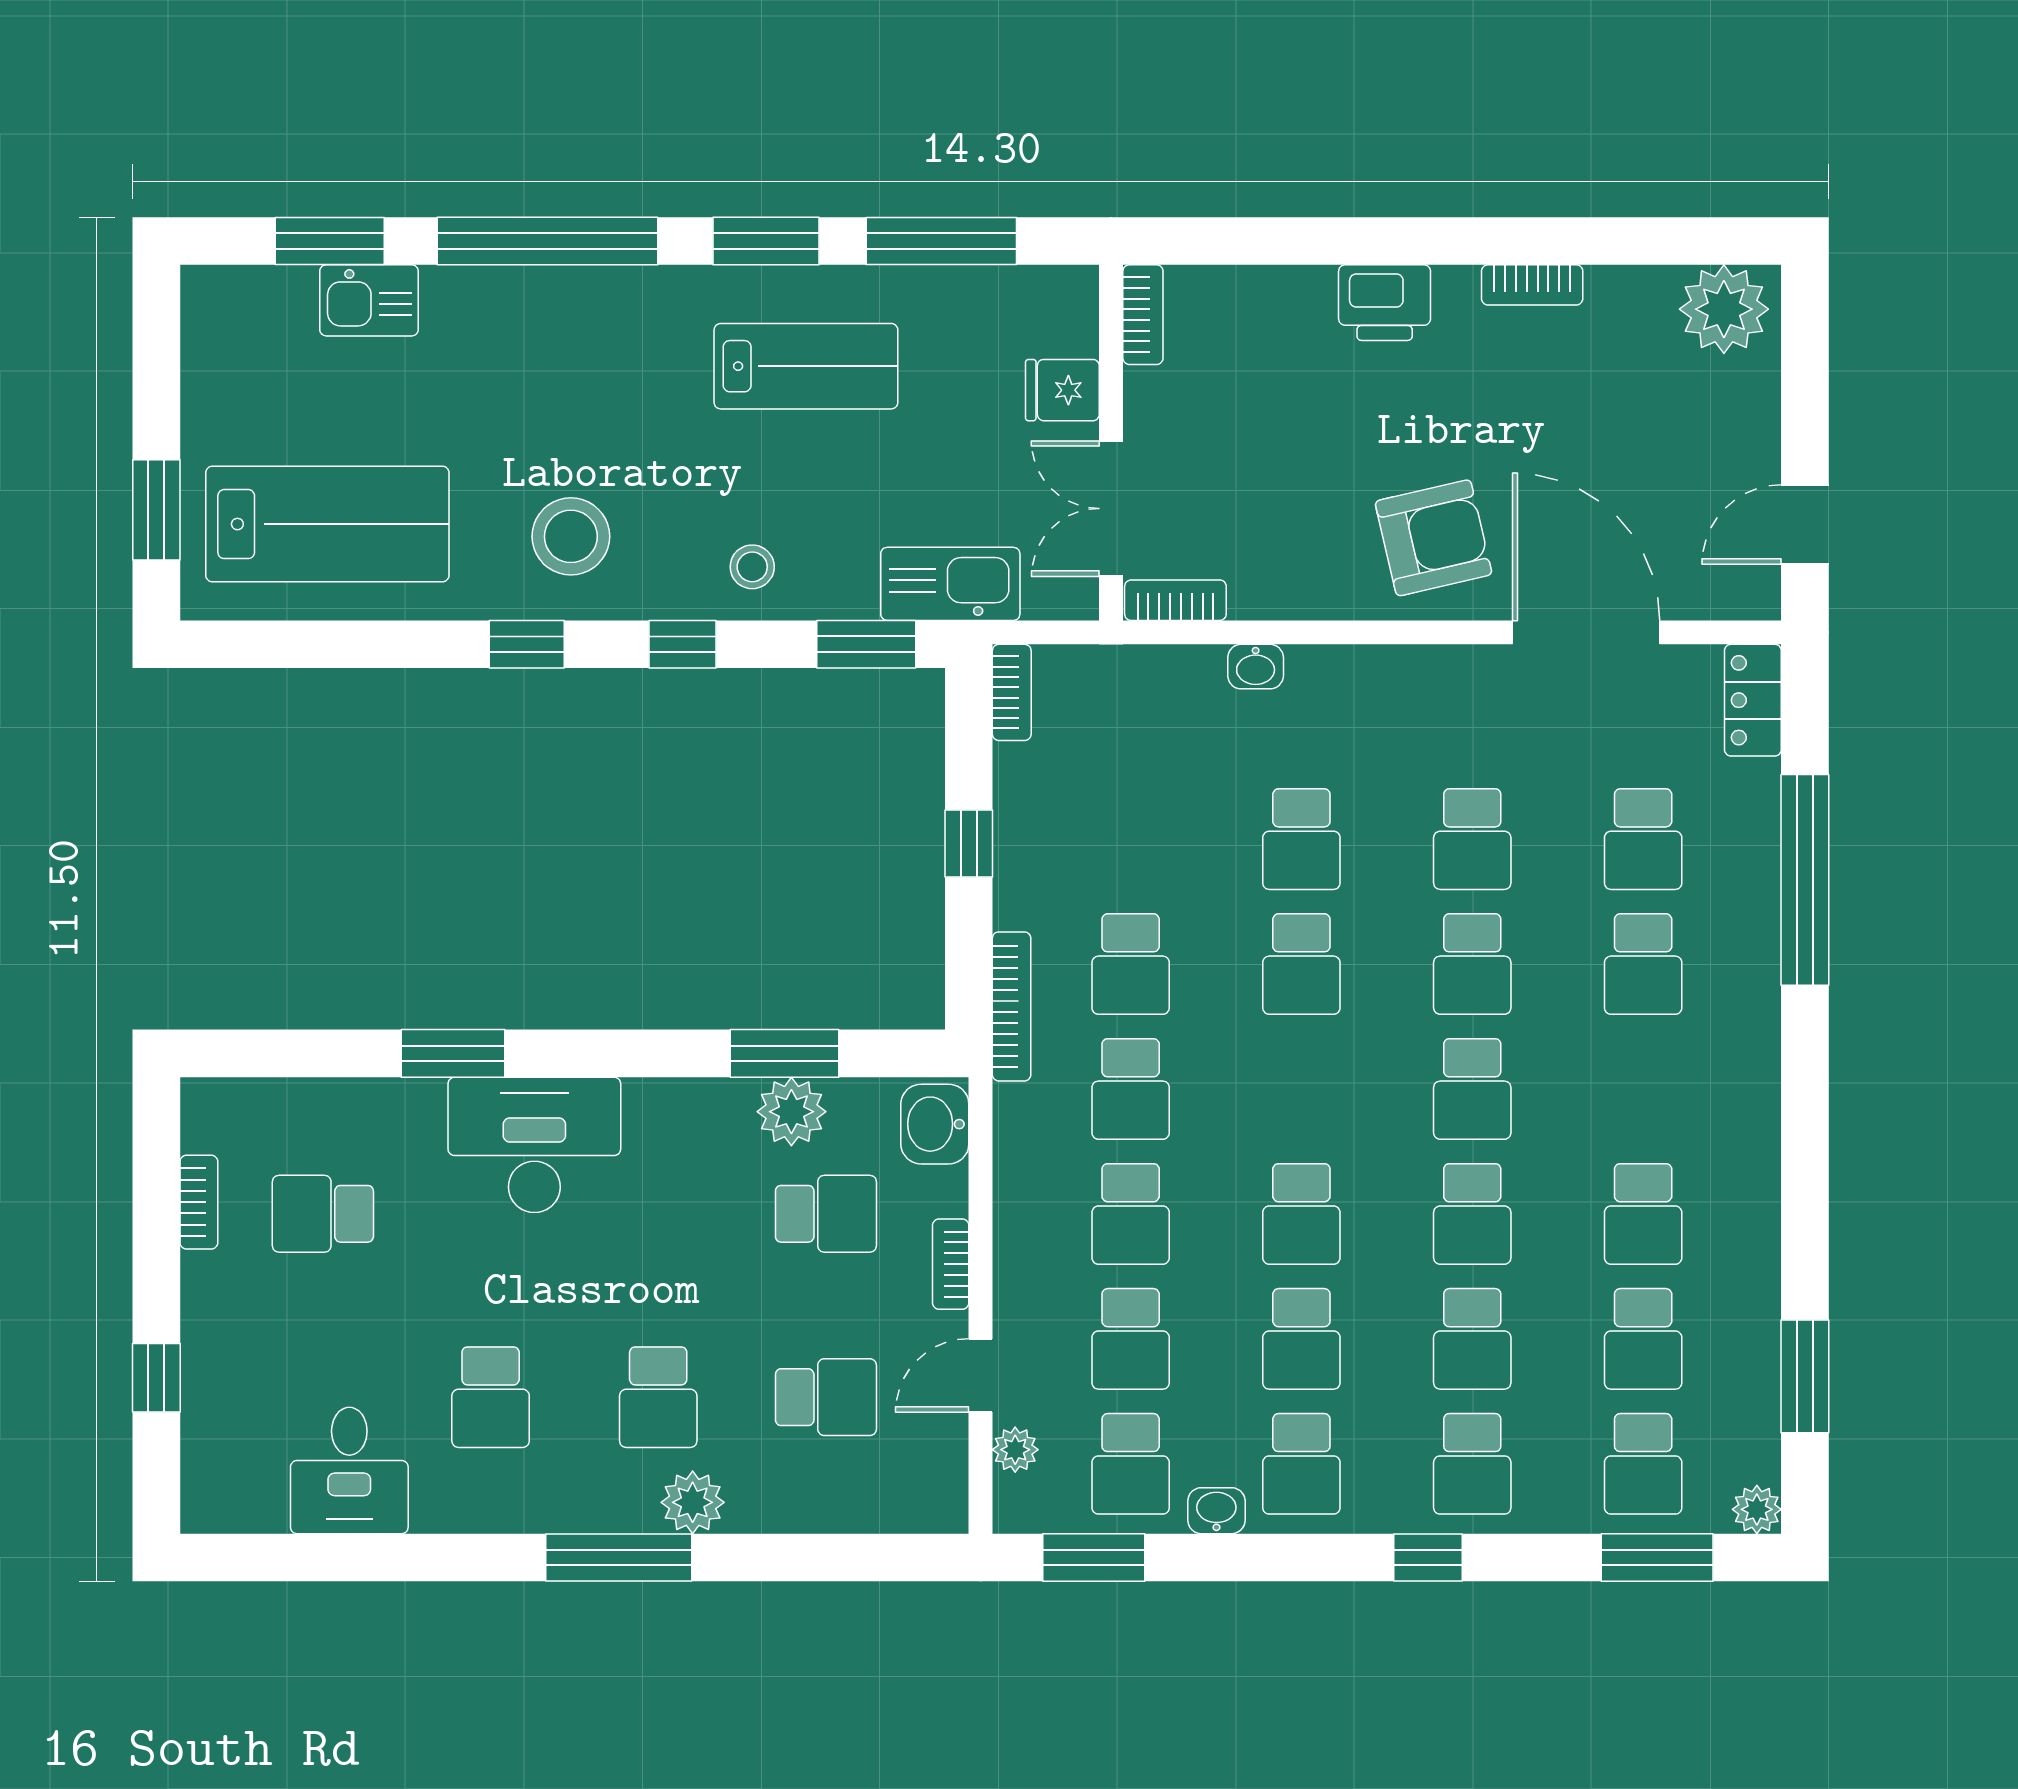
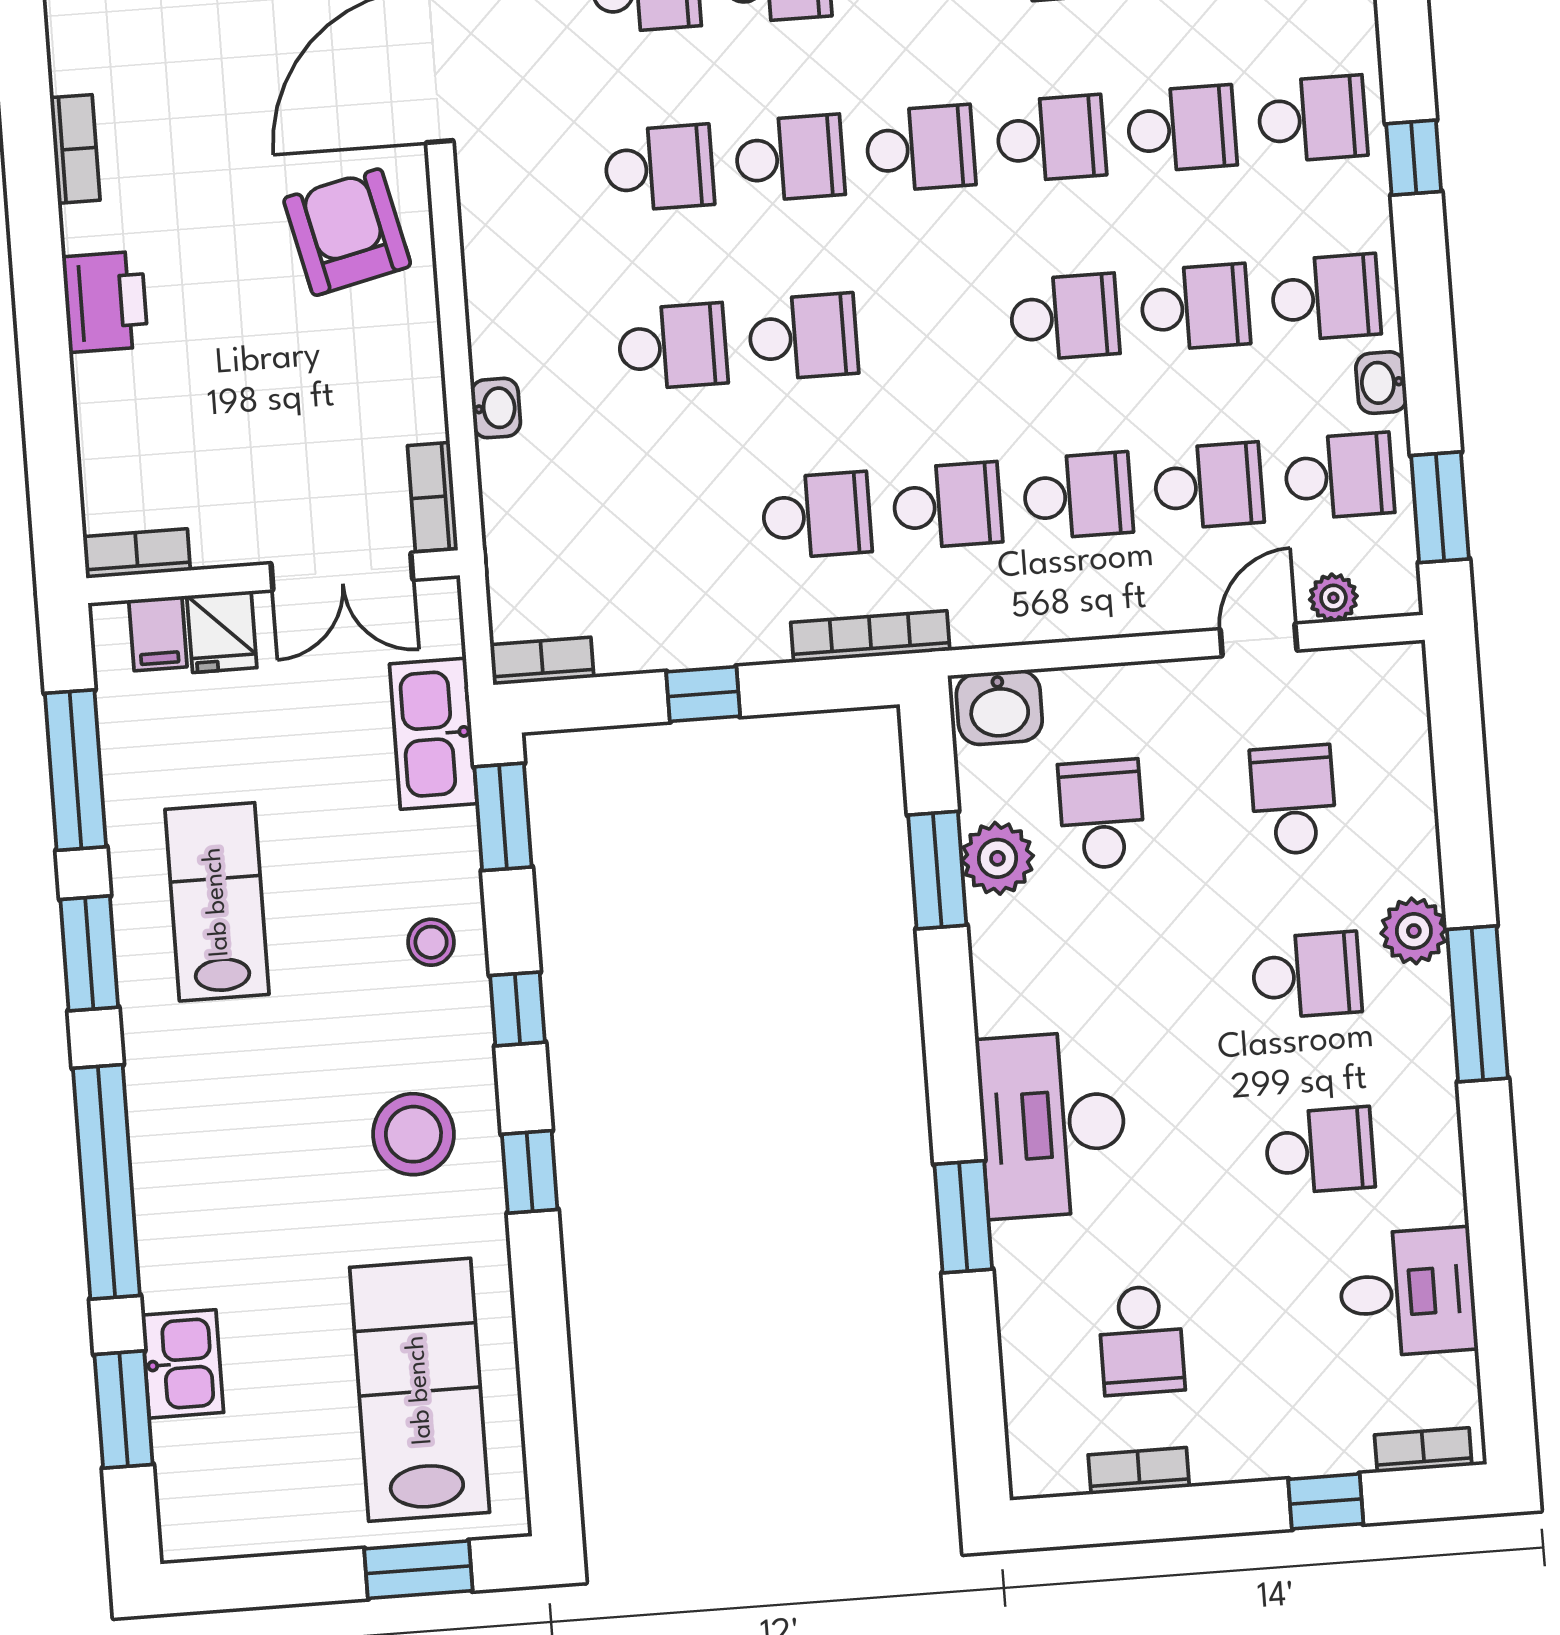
filing cabinet: (1065, 329) -> (158, 633), added
bookcase: (951, 1264) -> (1423, 1450), moved, turned 180
door: (981, 1376) -> (1259, 640), swing flipped

